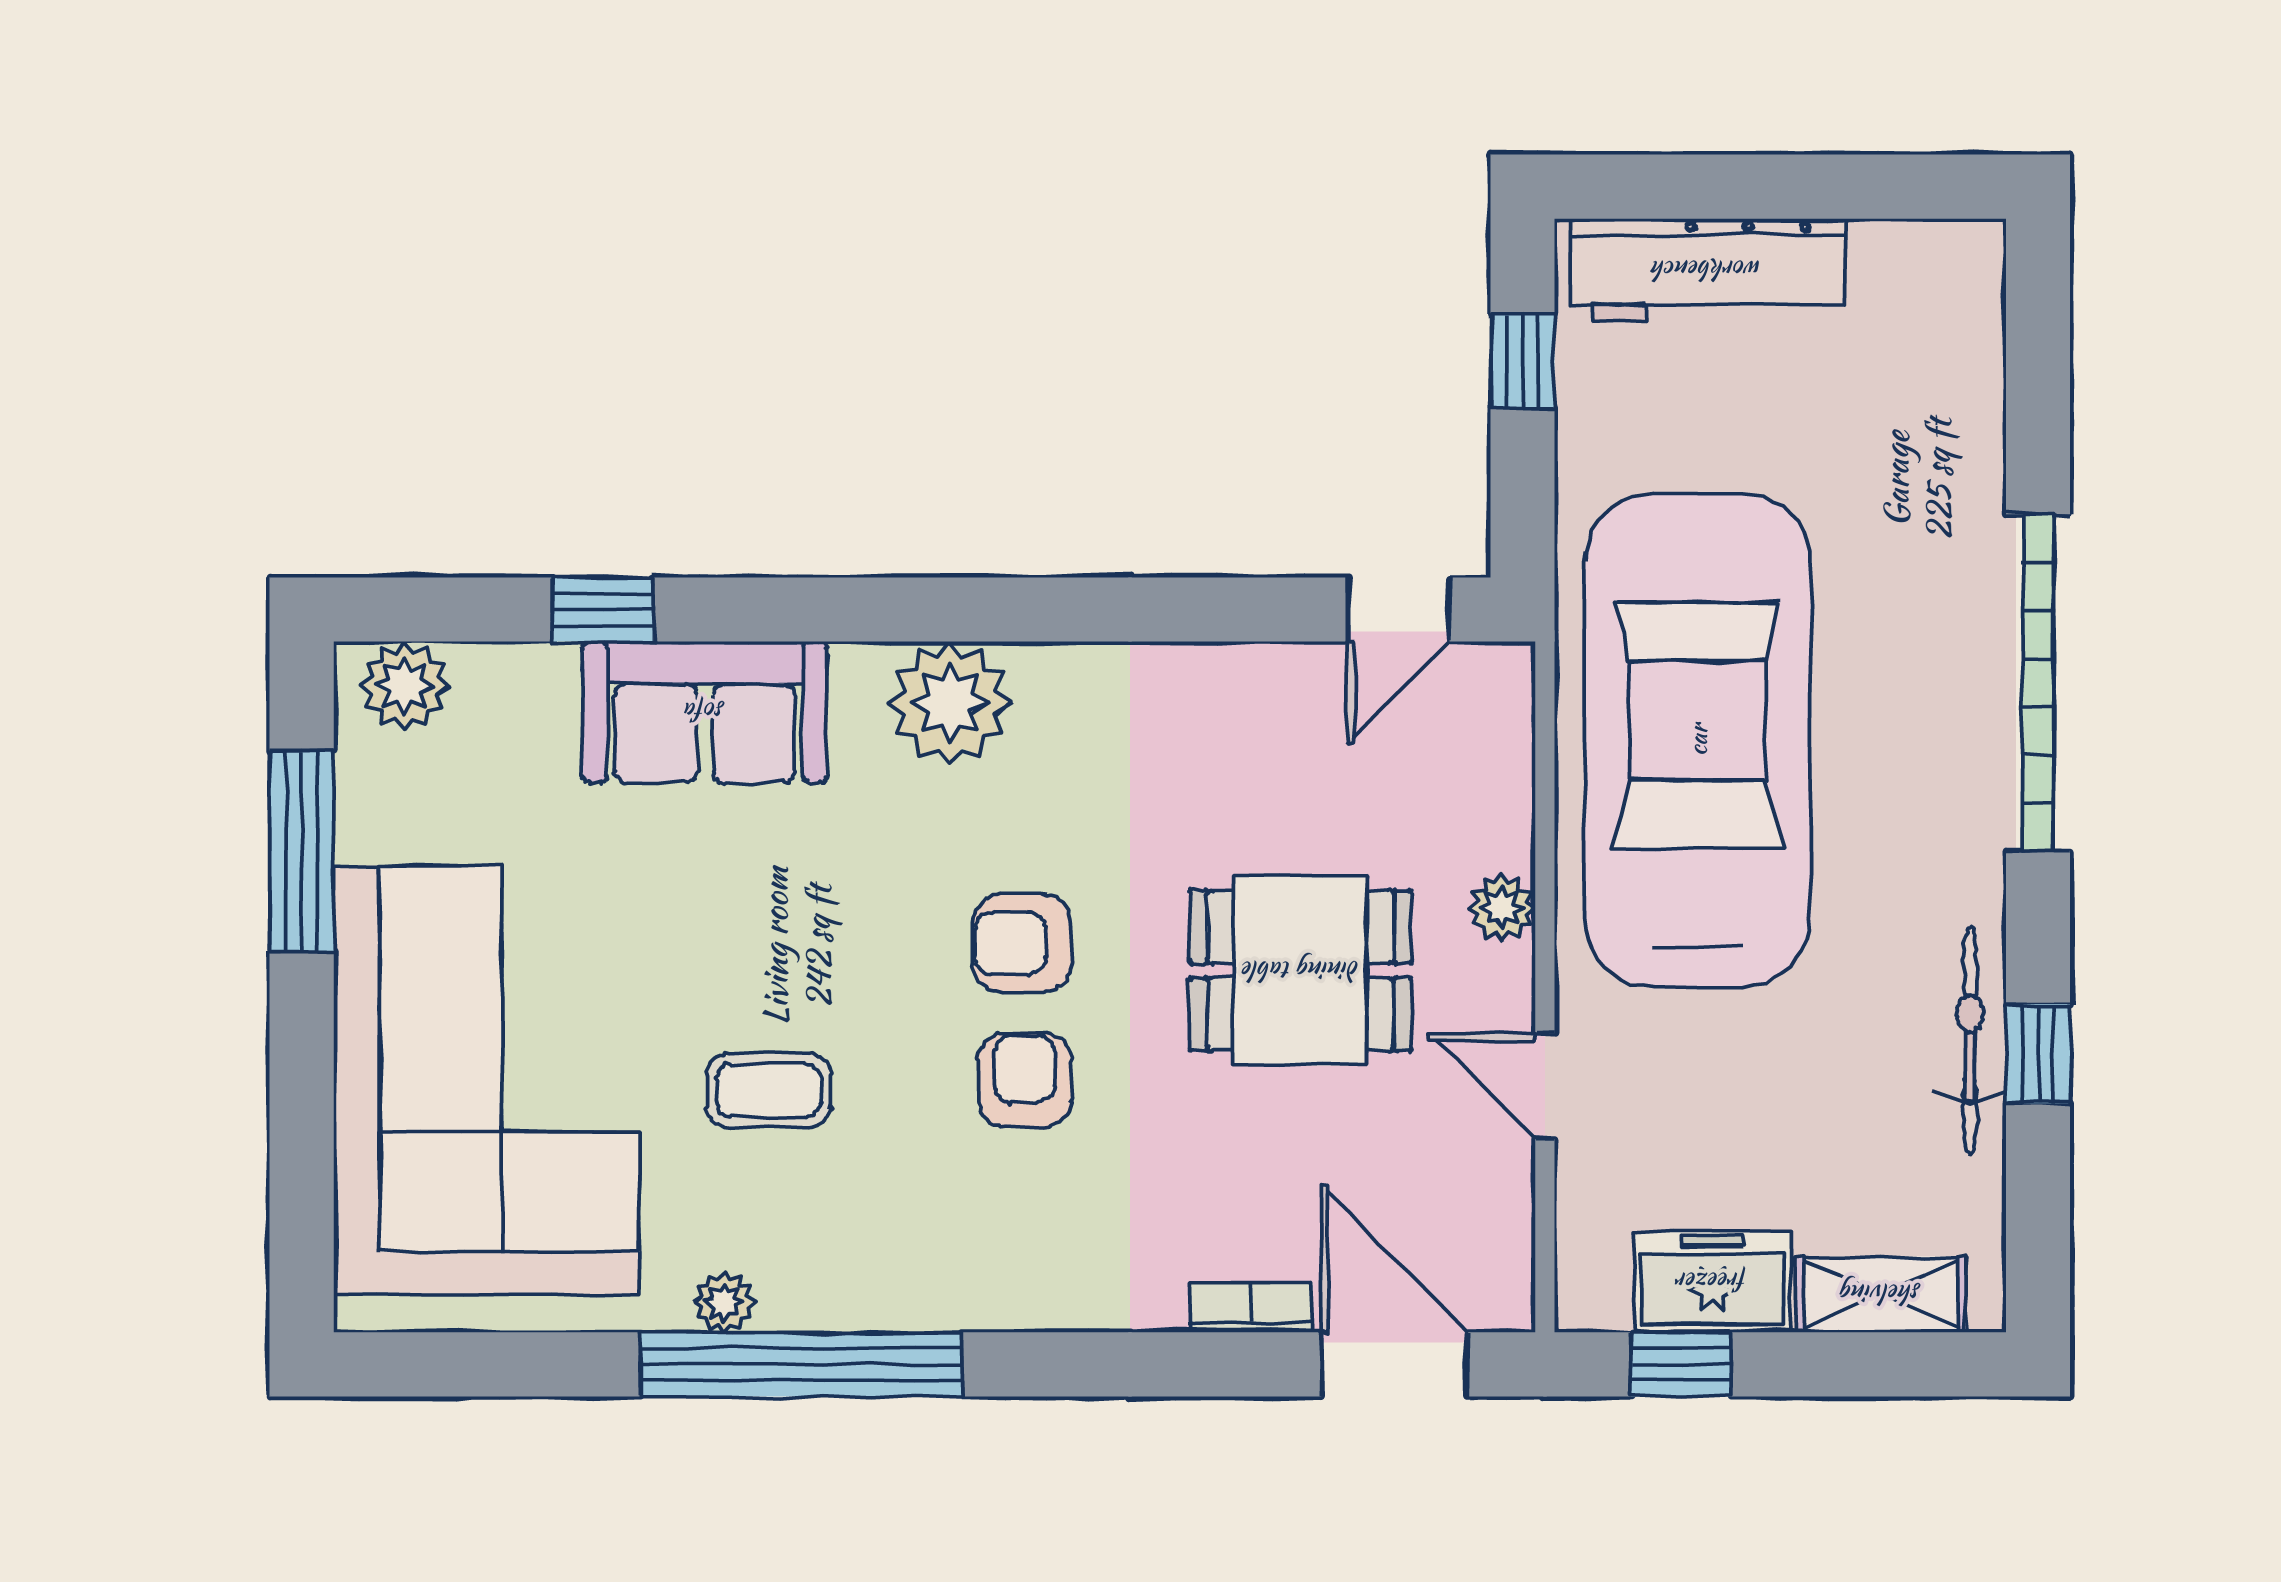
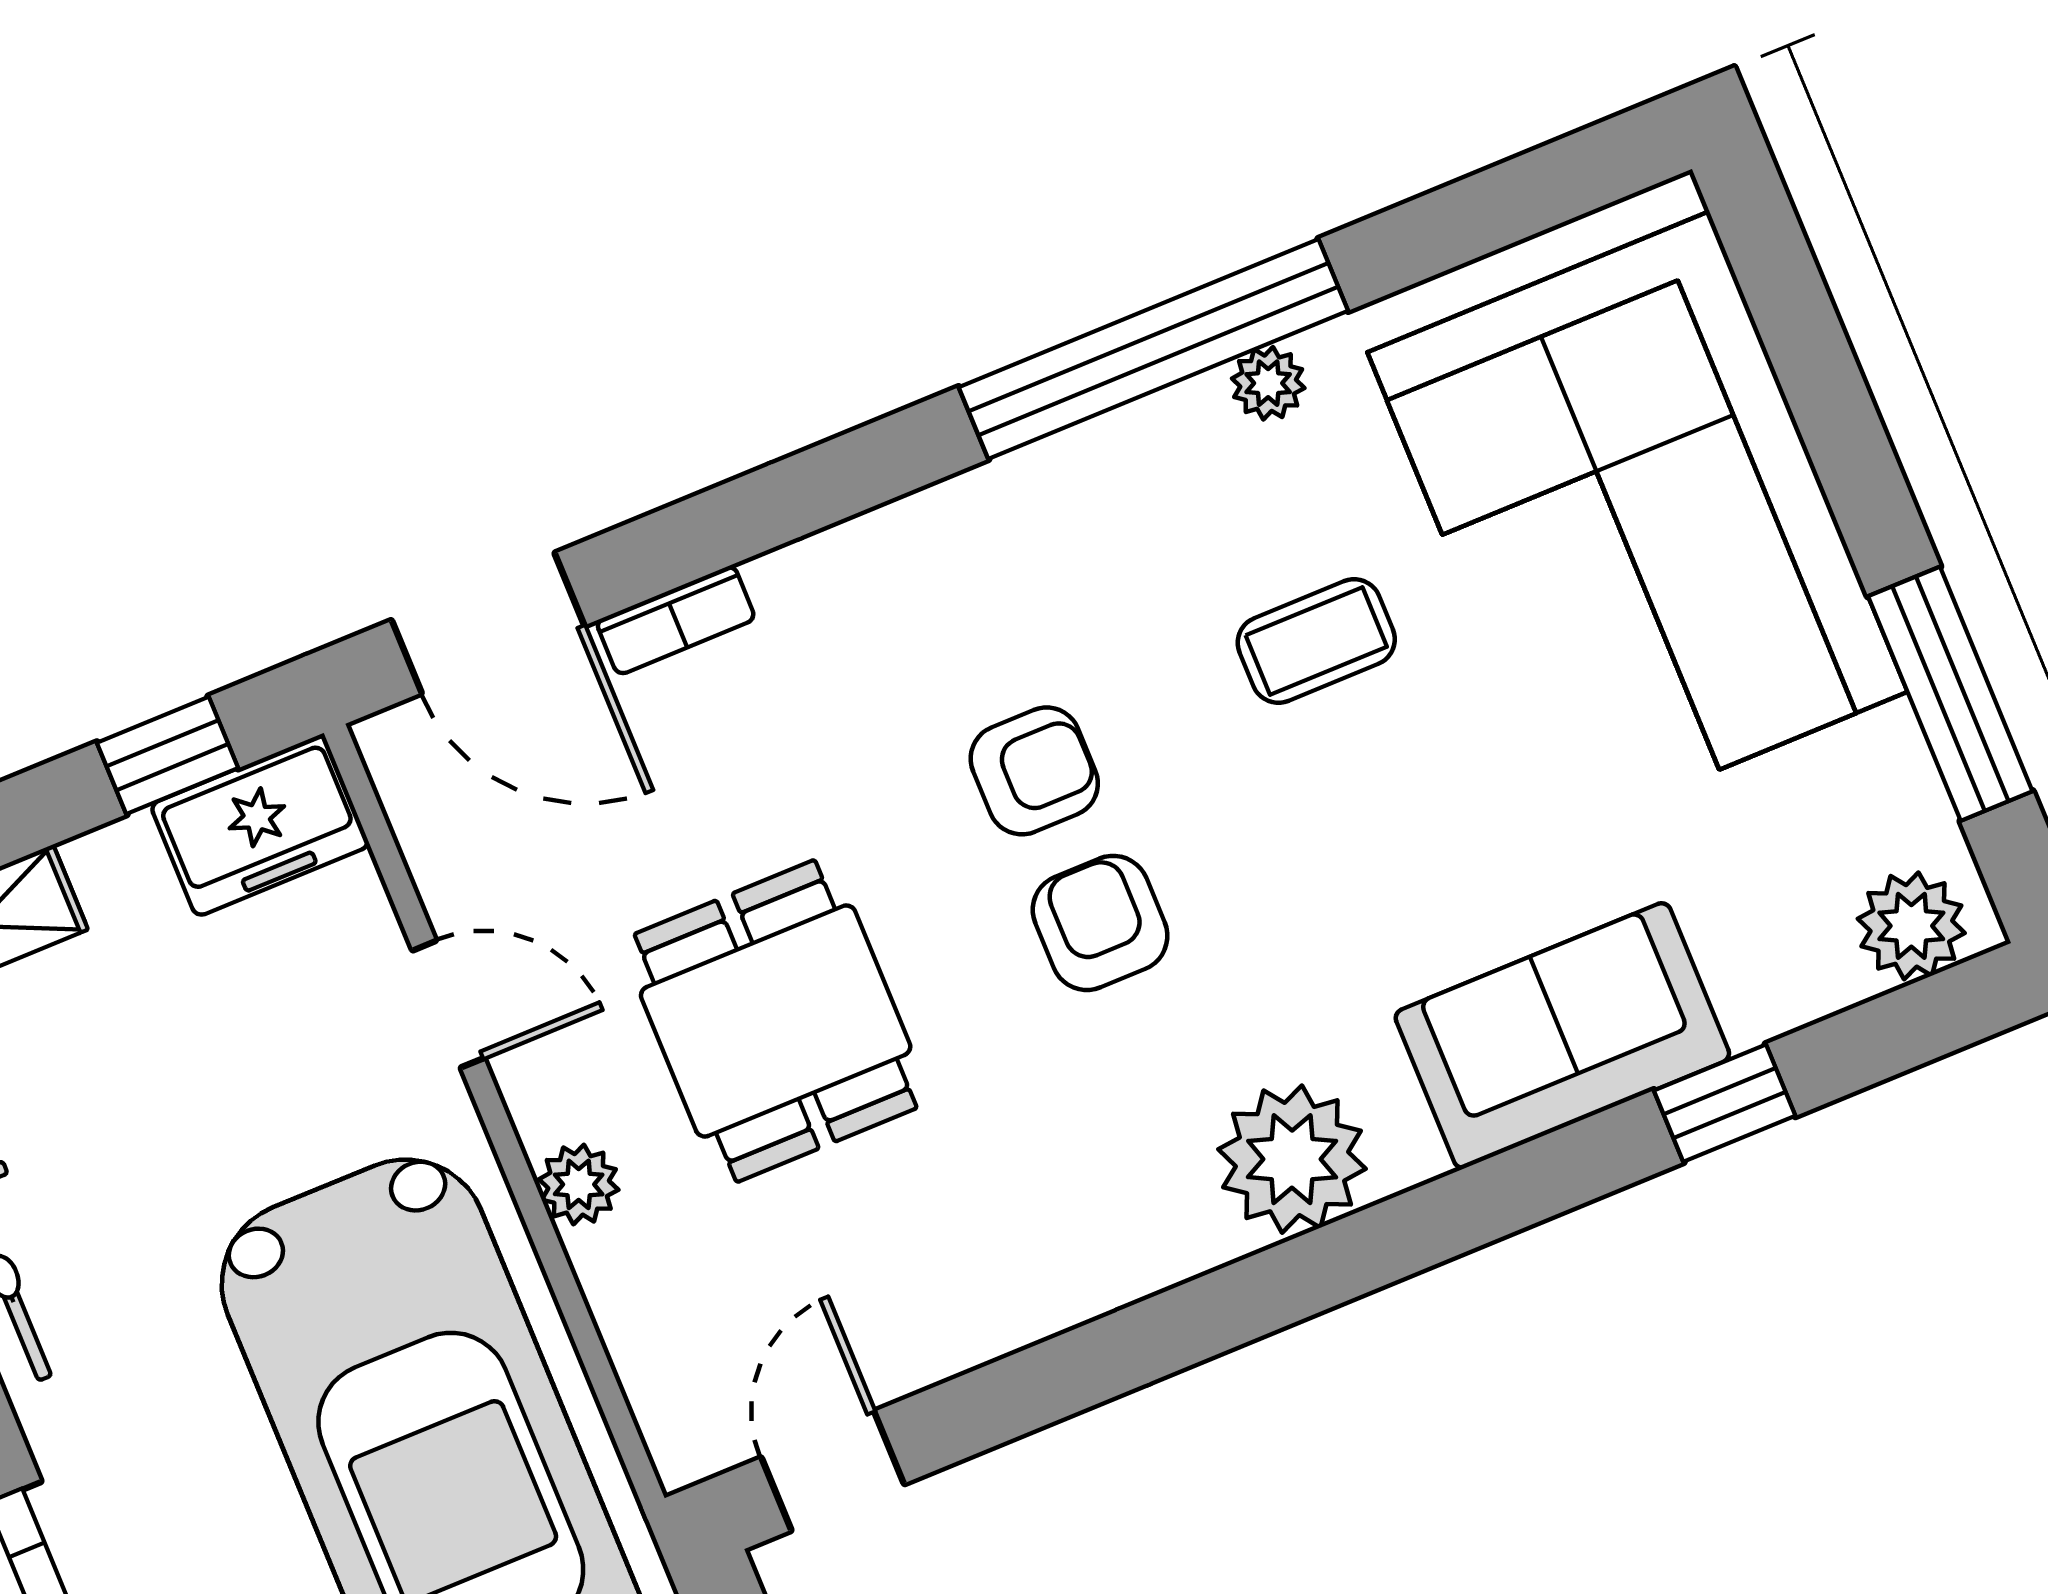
armchair: (1022, 943) -> (1100, 923), turned -90
dining table: (1301, 971) -> (776, 1021), turned 90
armchair: (1025, 1080) -> (1034, 771), turned -90
freezer: (1712, 1282) -> (260, 825), moved

